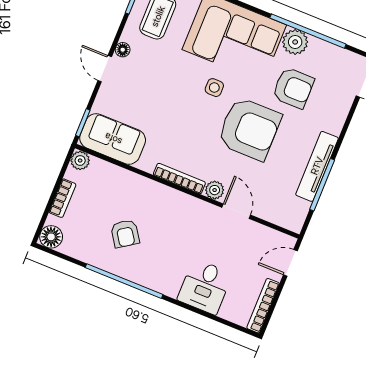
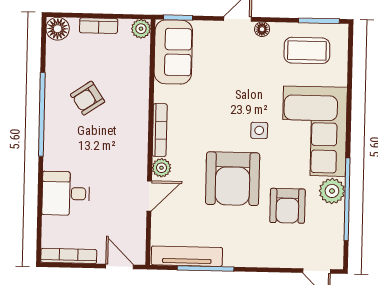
tv unit: (317, 166) -> (187, 256), moved

